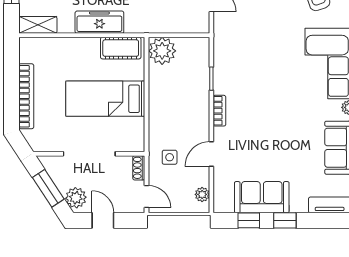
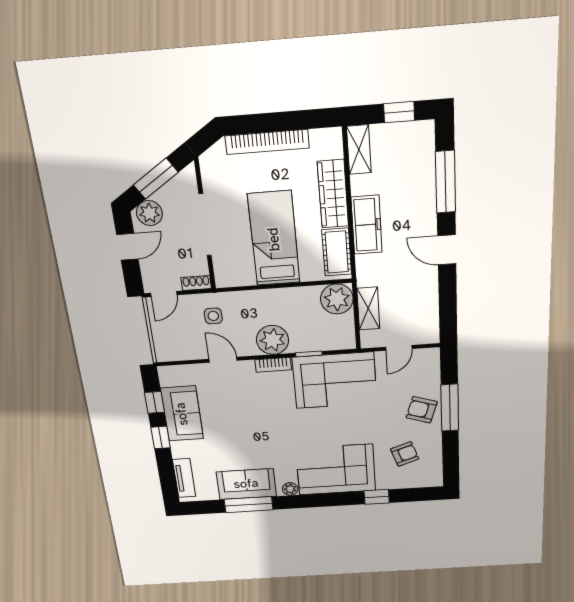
shelving: (173, 25) -> (368, 309), added
wardrobe: (72, 48) -> (333, 194), added
corner sofa: (239, 58) -> (335, 380), added
plant: (202, 194) -> (273, 340), moved, width x1.88, depth x1.88

